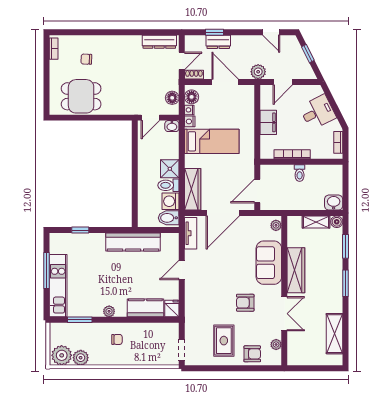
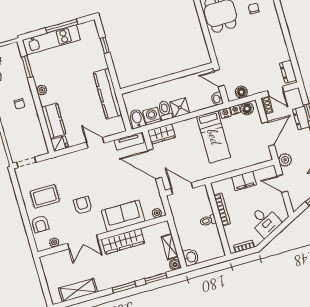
dresser: (159, 42) -> (288, 72), width x0.70
wardrobe: (193, 189) -> (162, 134), width x0.67

